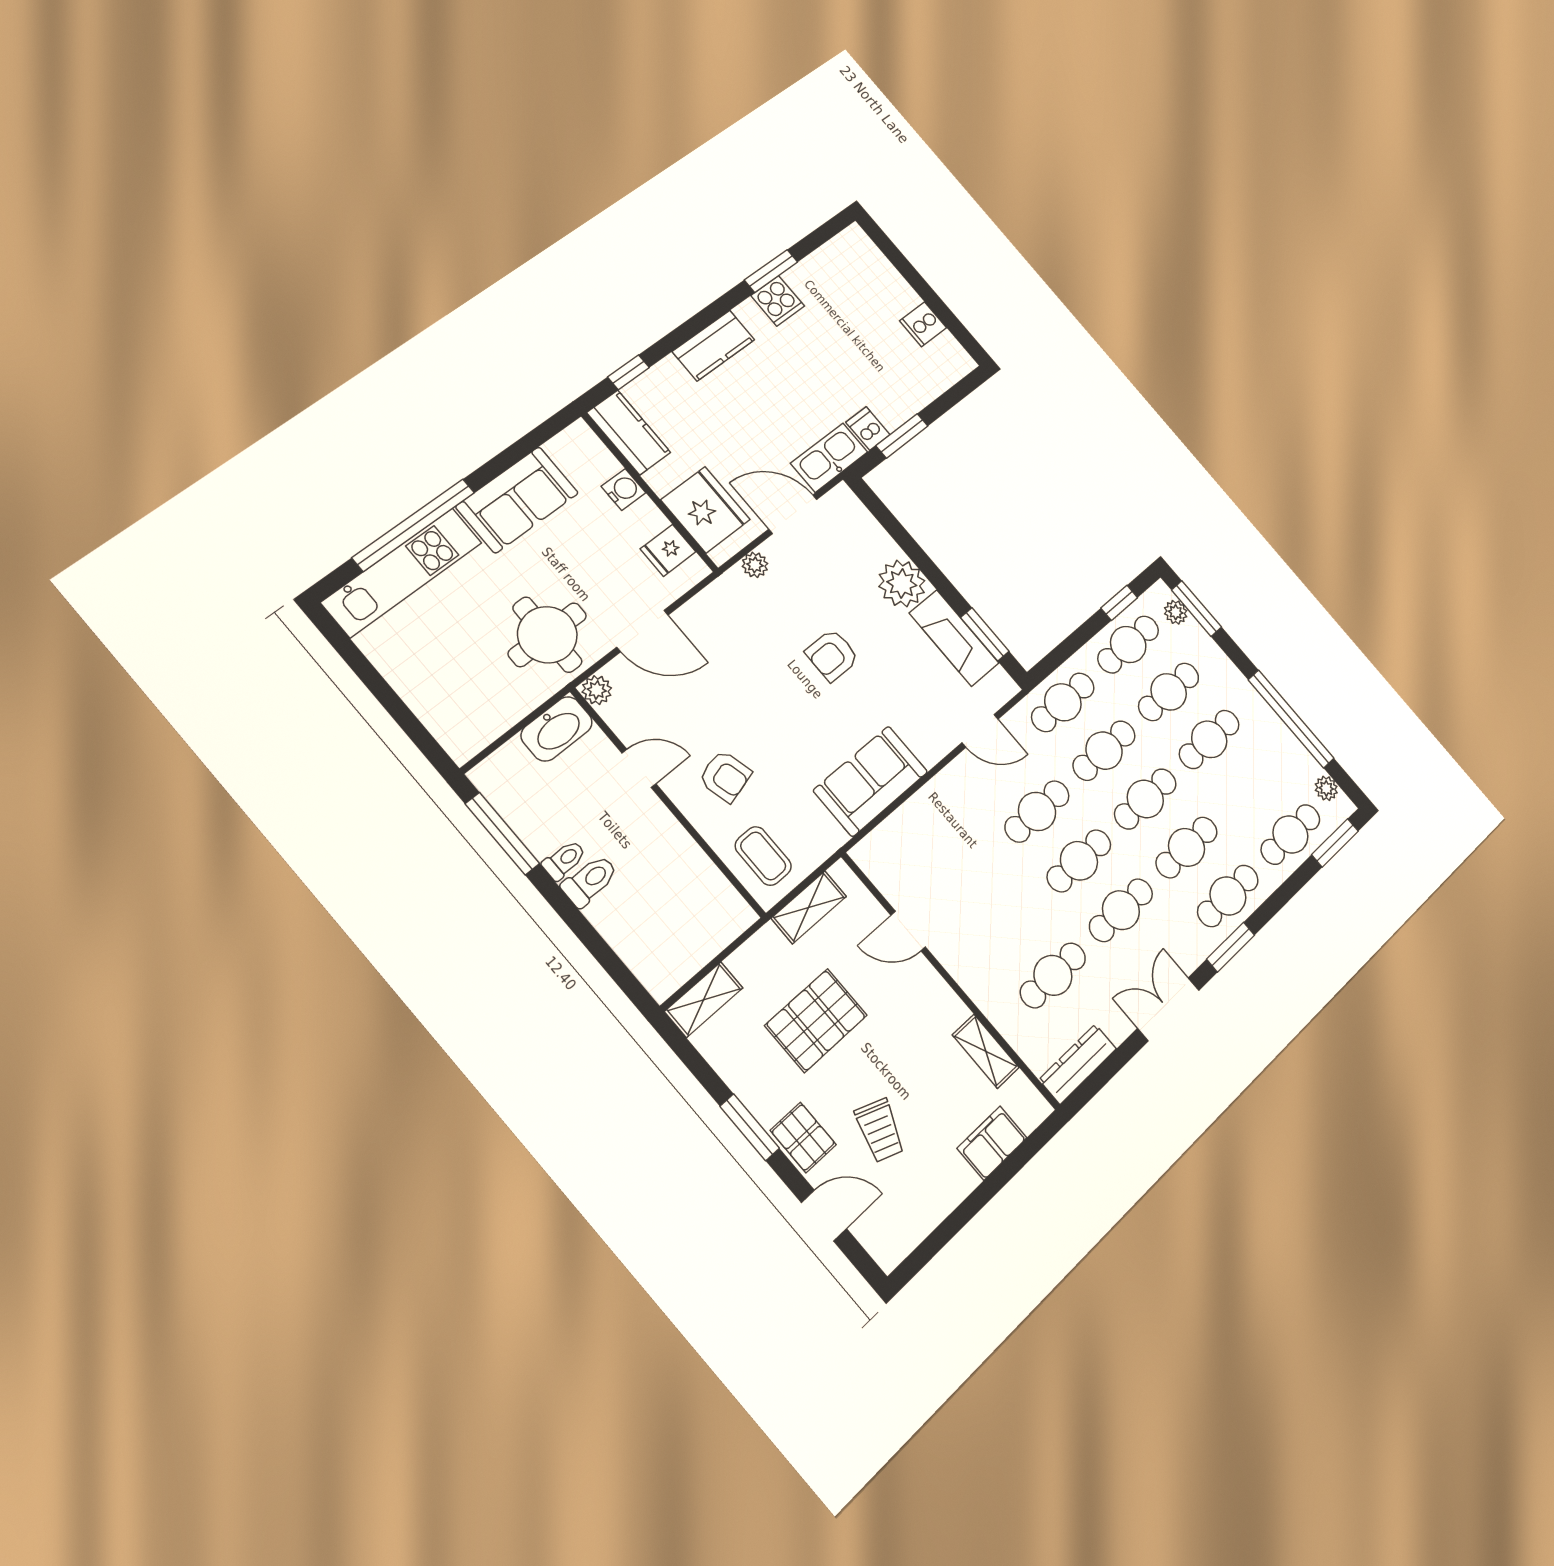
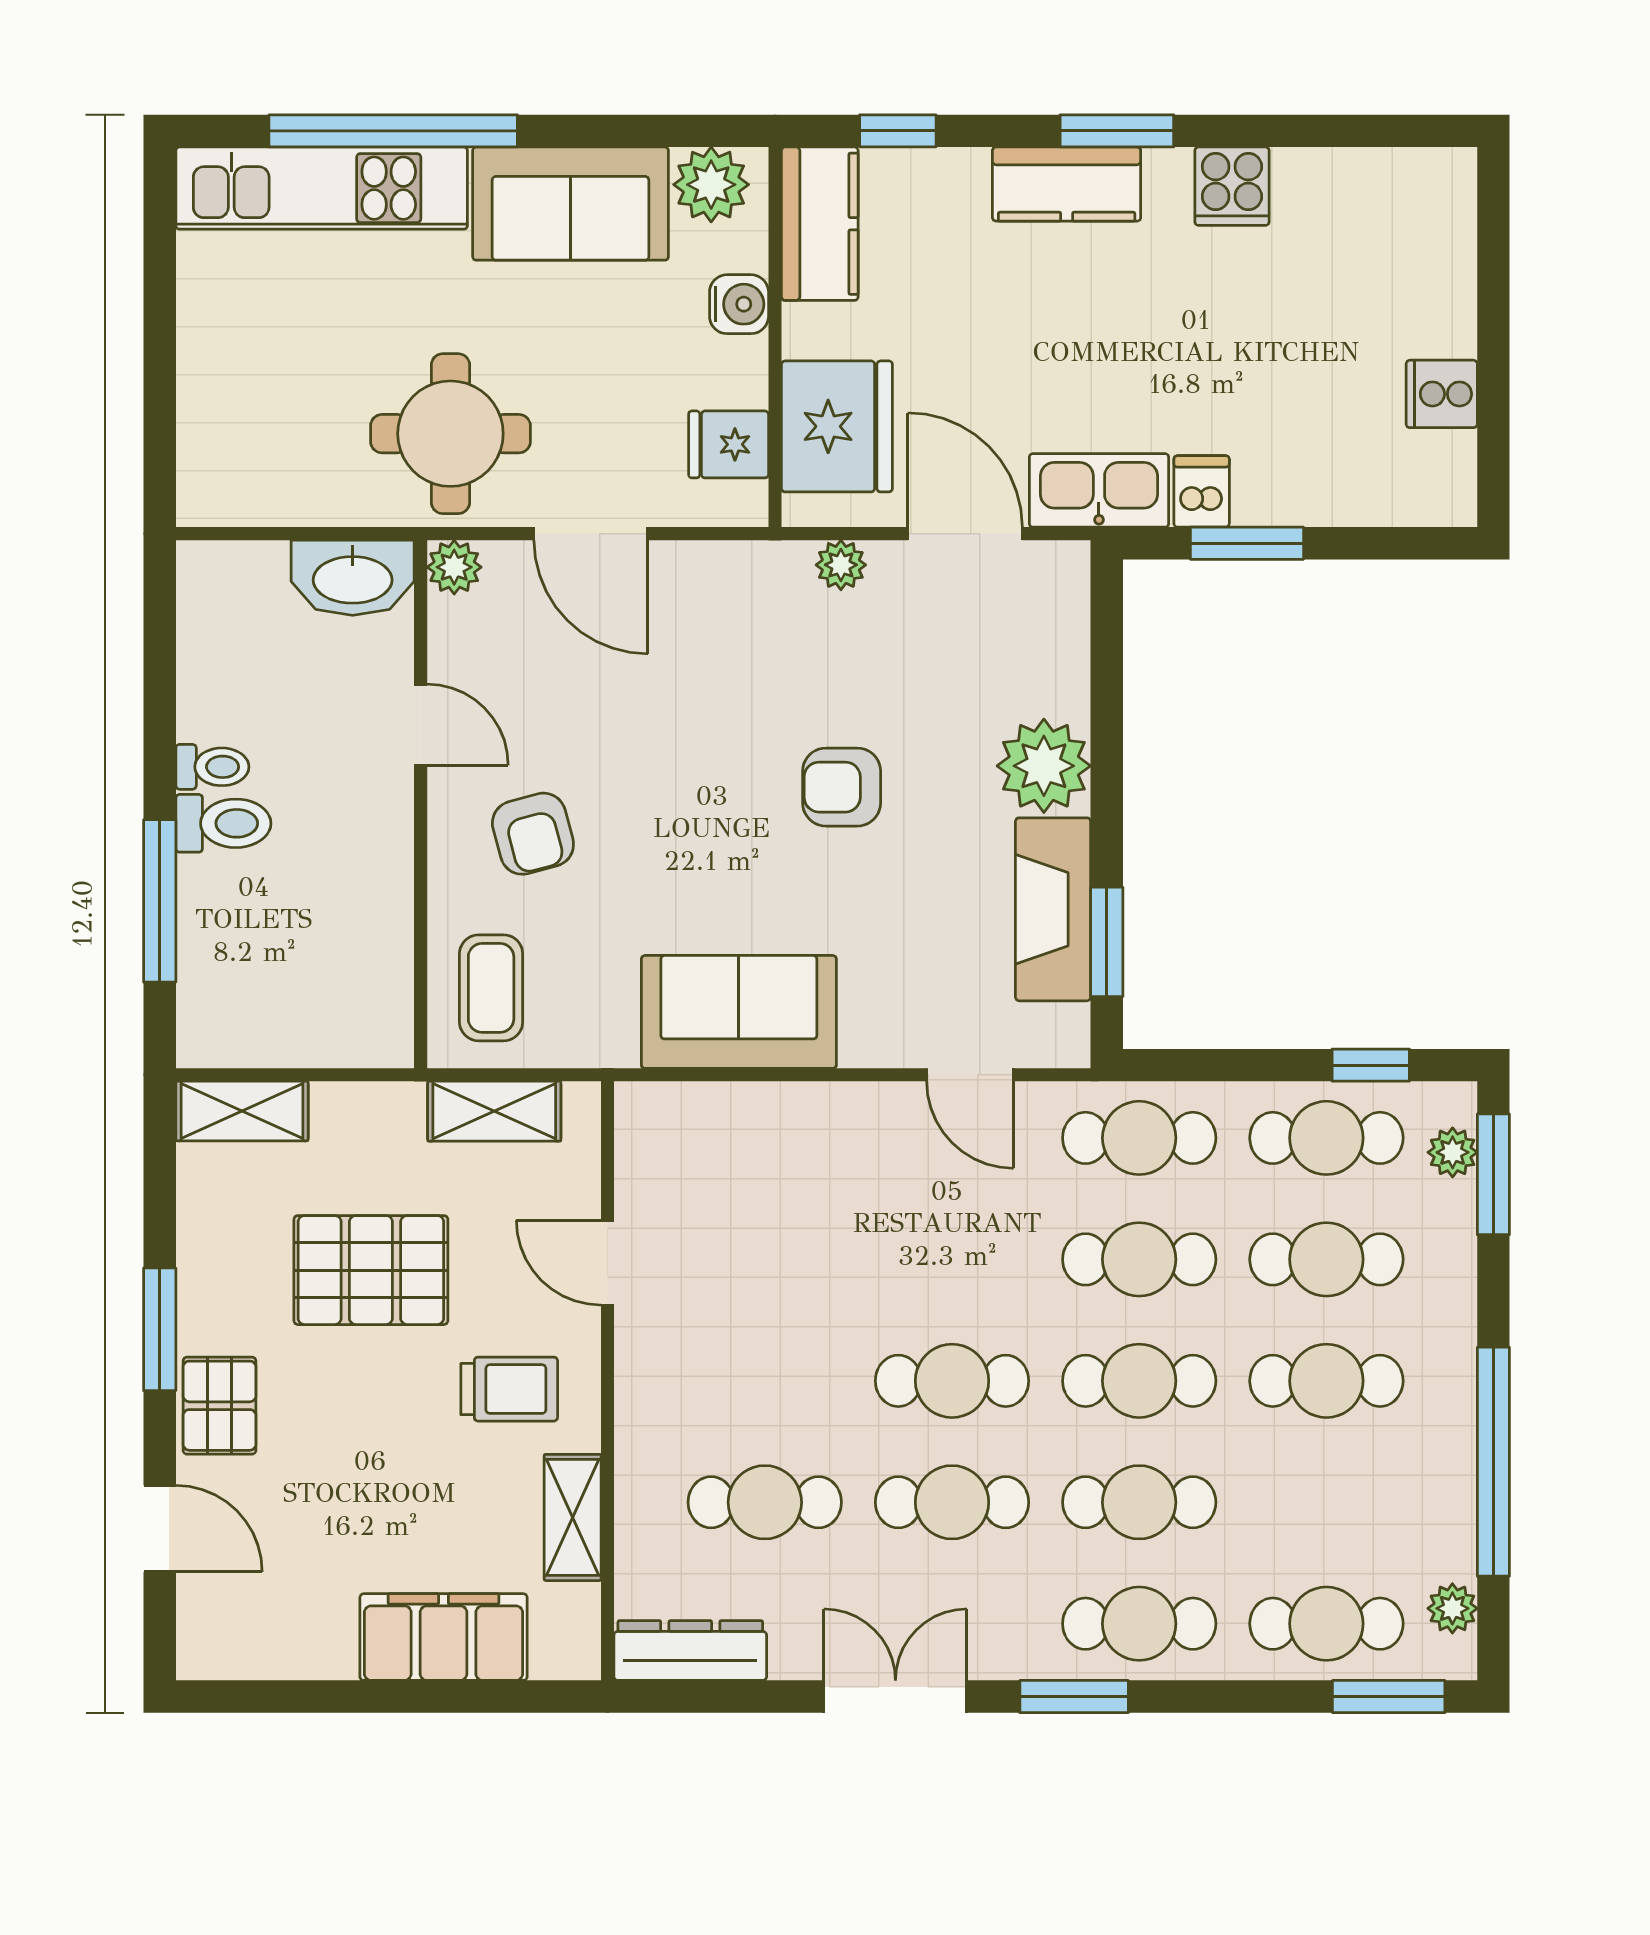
window: (771, 271) -> (1117, 131), moved
plant: (570, 449) -> (711, 185), added
cafe table: (1037, 811) -> (952, 1259), removed
window: (502, 834) -> (160, 901), moved
trolley: (880, 1130) -> (509, 1389), moved, turned -110
filing cabinet: (992, 1143) -> (444, 1637), width x1.50, depth x1.17

